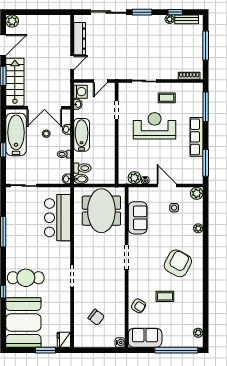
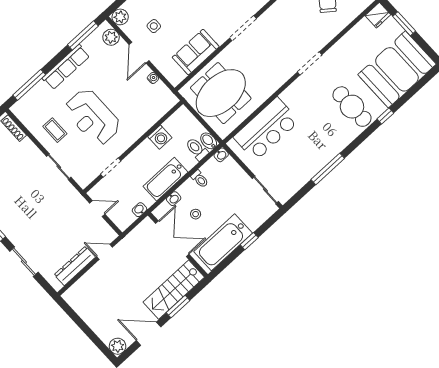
sliding door: (108, 12) -> (24, 262), width x0.73
washing machine: (80, 92) -> (160, 137), moved, turned 180
plant: (134, 178) -> (111, 37), moved

